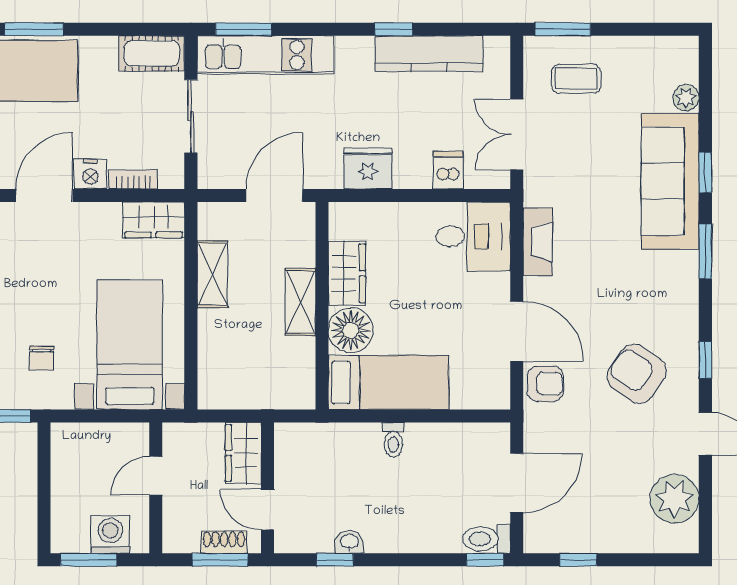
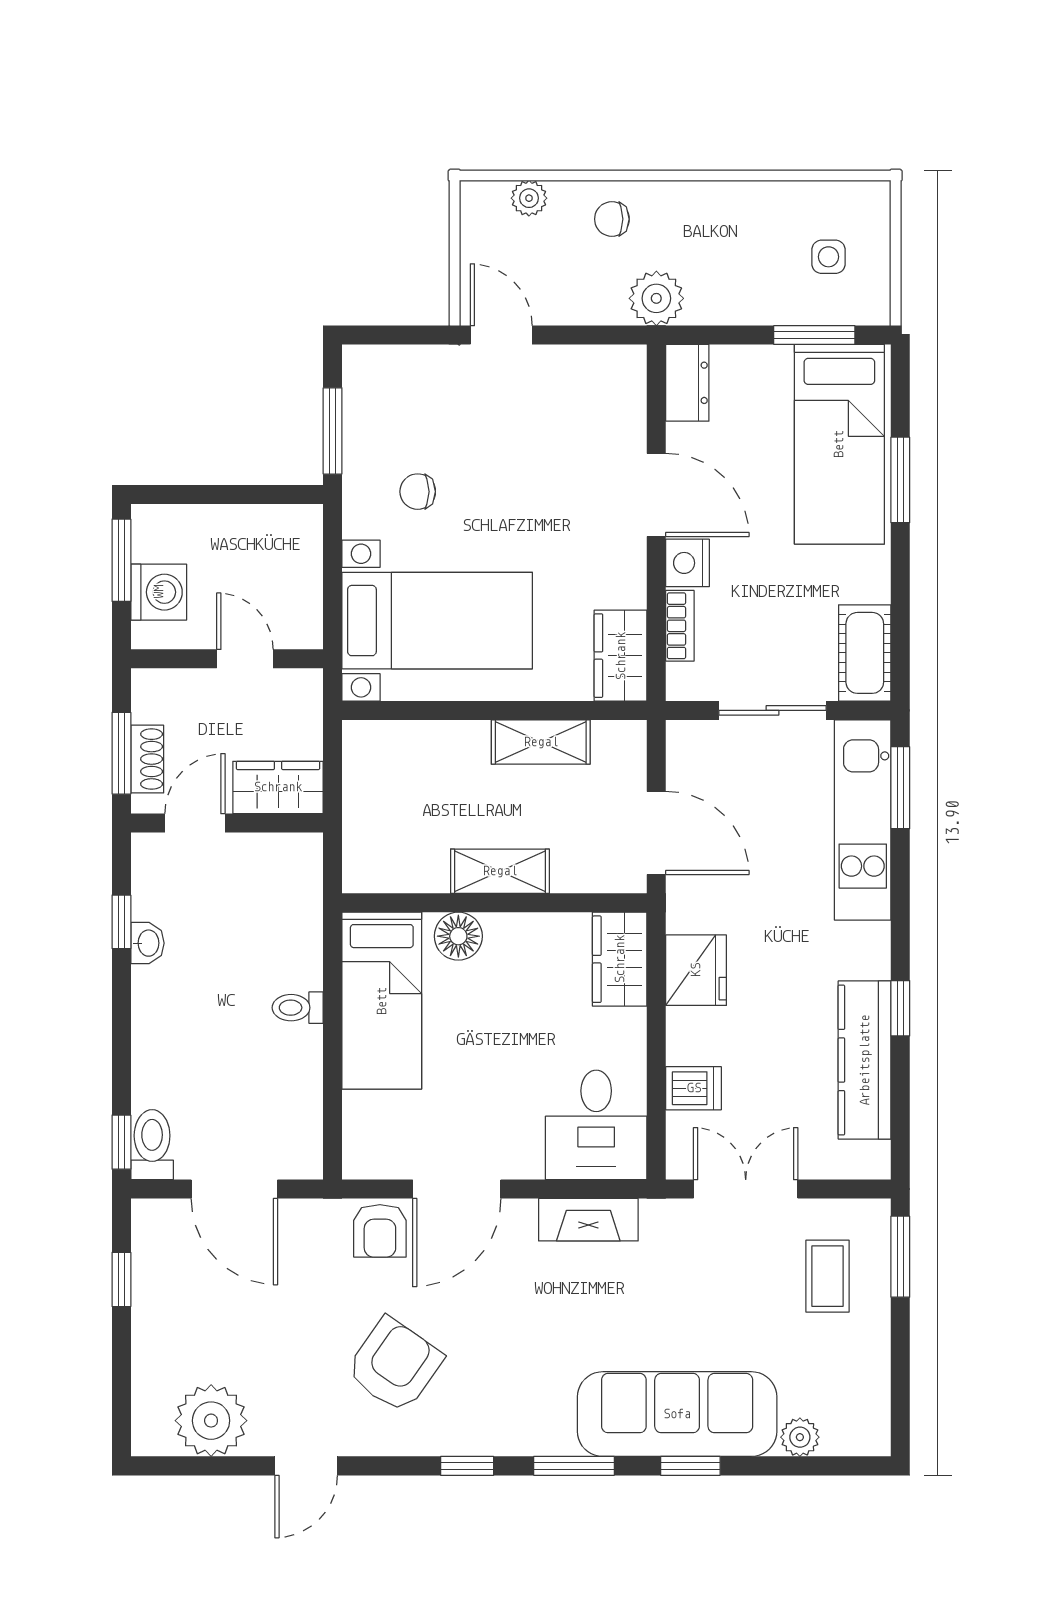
wardrobe: (347, 273) -> (620, 959), moved, turned 90
floor lamp: (351, 330) -> (458, 936), width x0.73, depth x0.73
window: (705, 360) -> (467, 1466), moved

